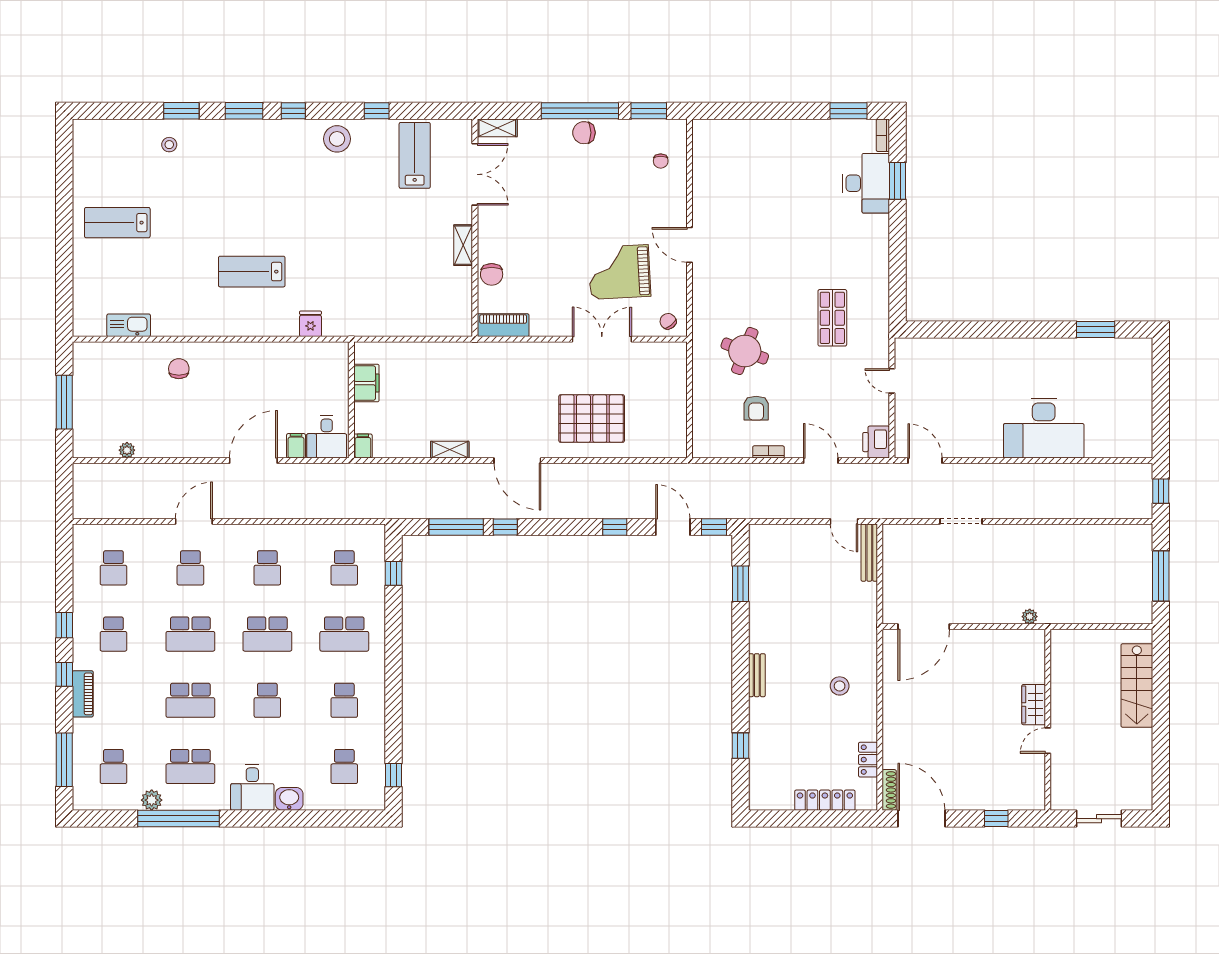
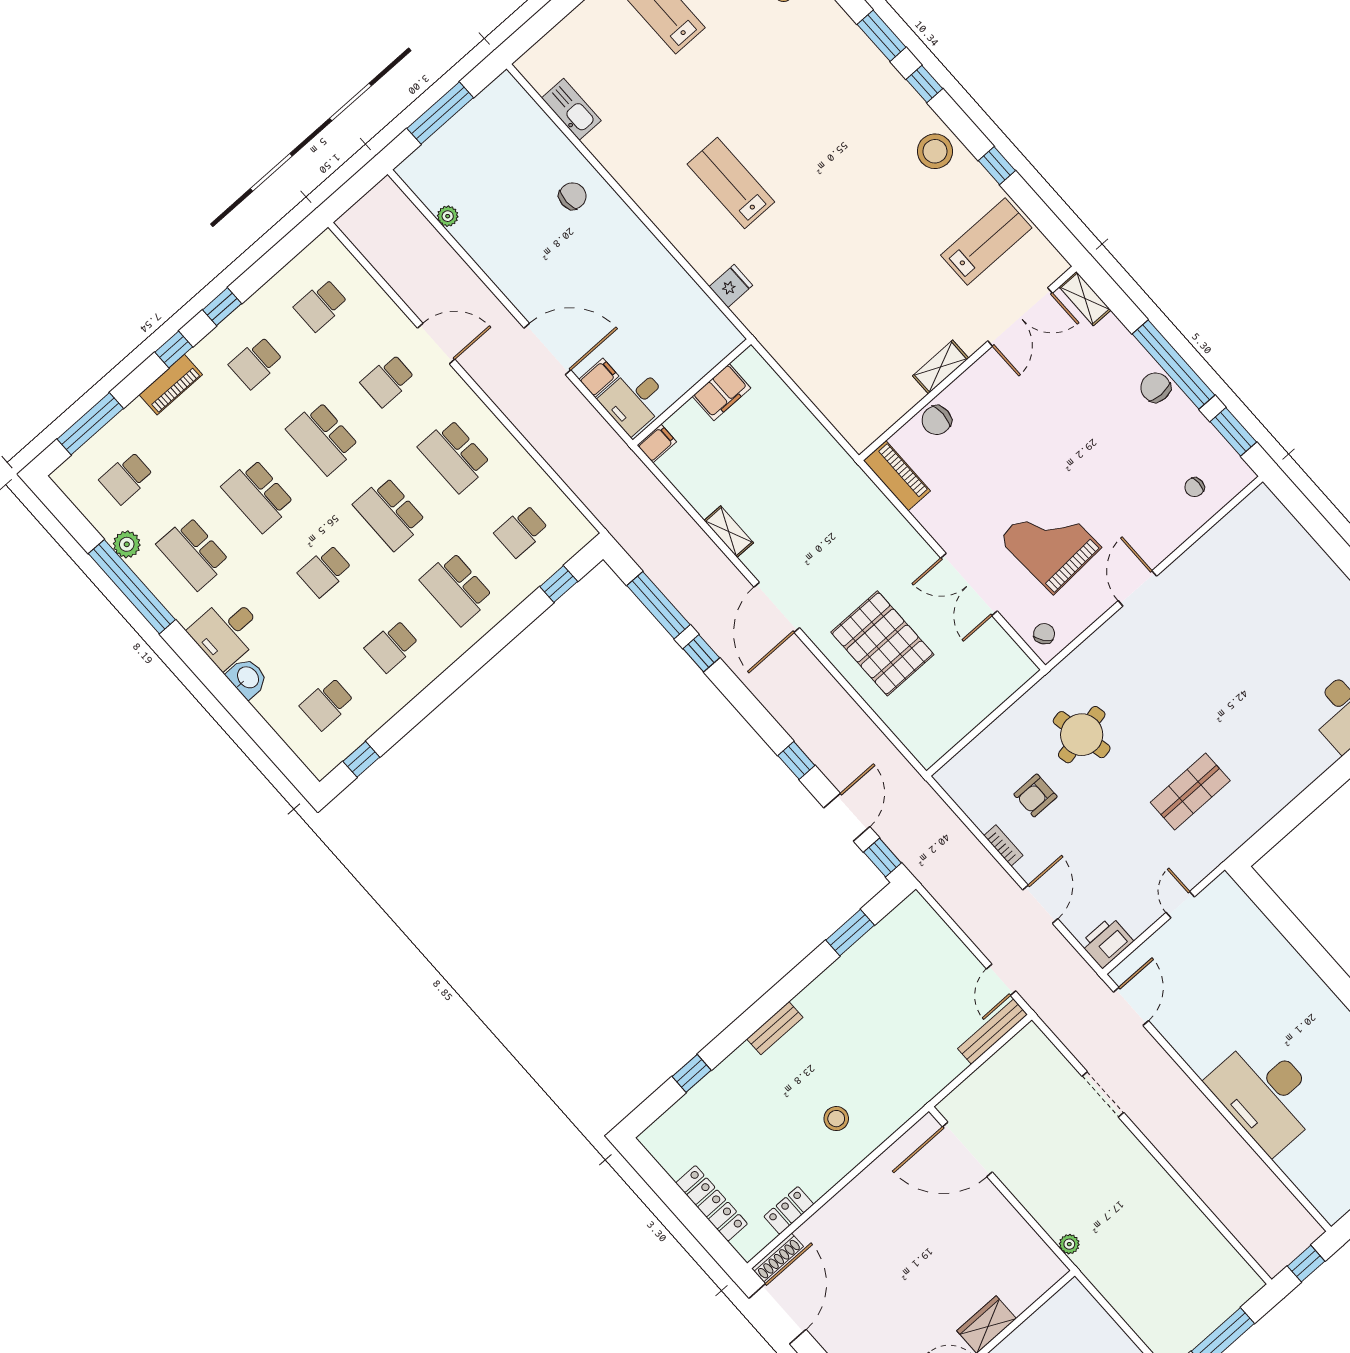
double door: (602, 339) -> (969, 585), swing flipped
round table: (745, 351) -> (1082, 735), turned -33
school desk: (267, 568) -> (455, 456), width x1.85

